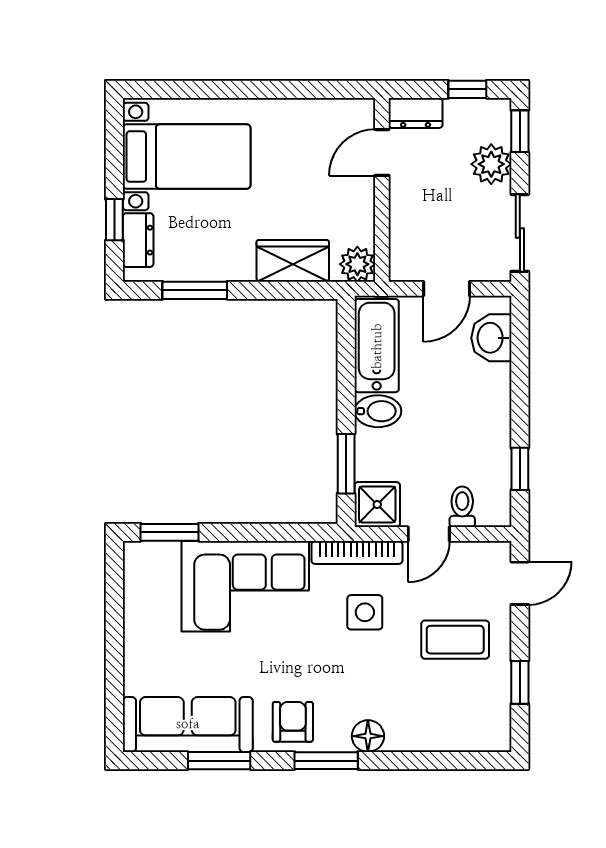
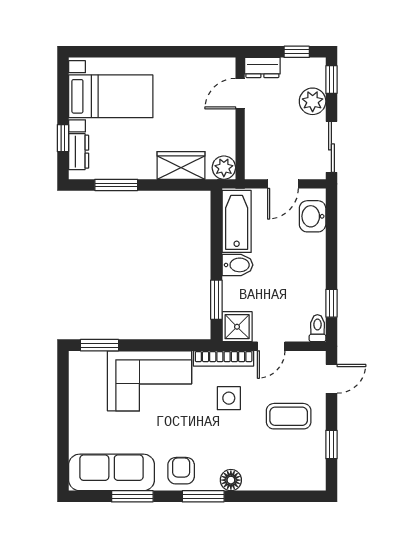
toilet: (462, 507) -> (317, 328), moved

